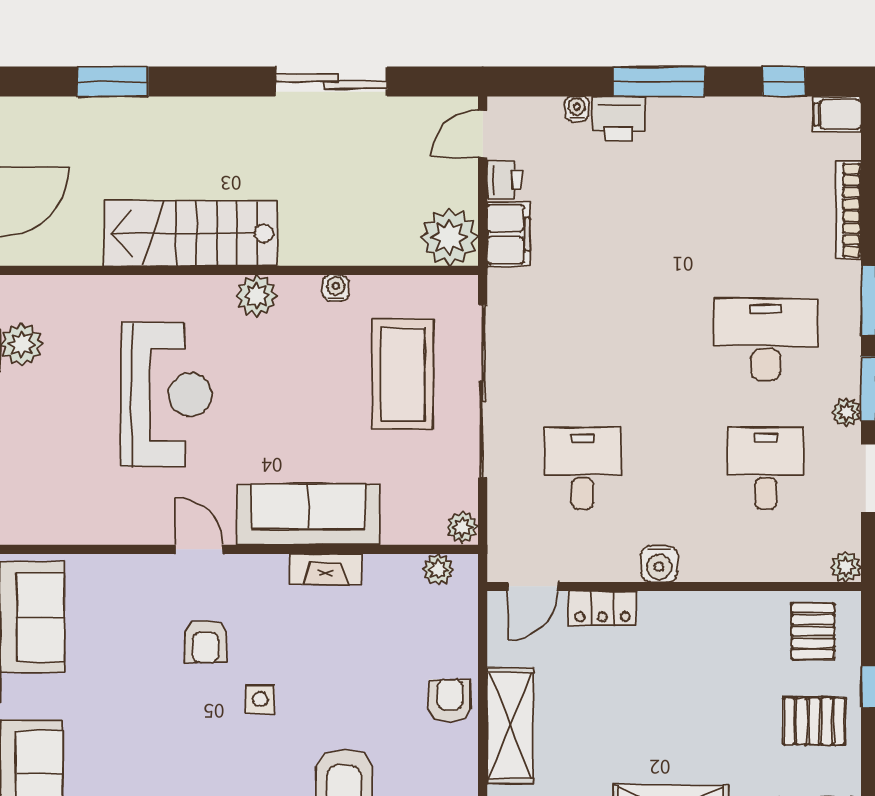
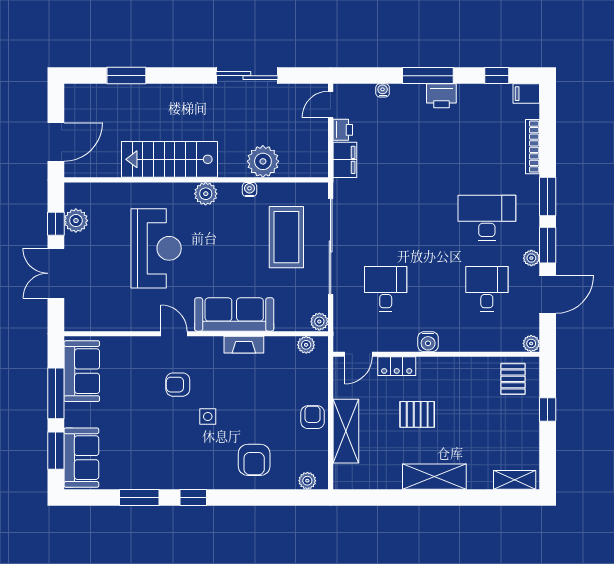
printer: (618, 118) -> (441, 96), moved
plant: (449, 237) -> (263, 161), moved
armchair: (206, 641) -> (178, 385), turned 90
pallet: (814, 721) -> (417, 414), moved

